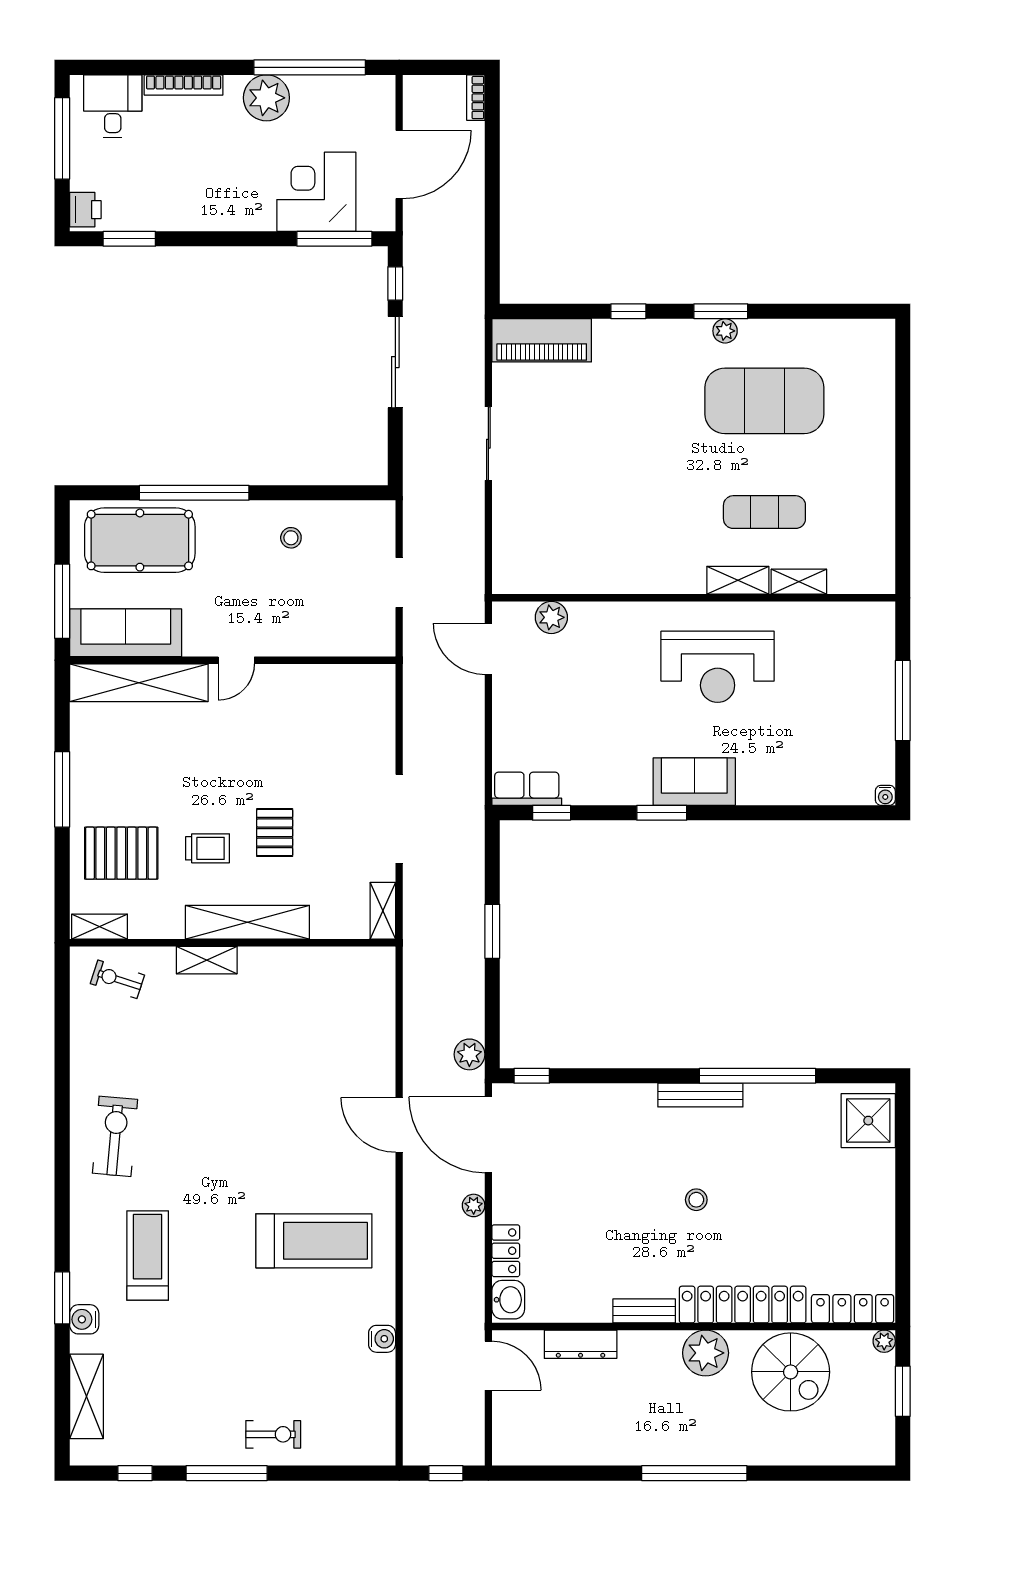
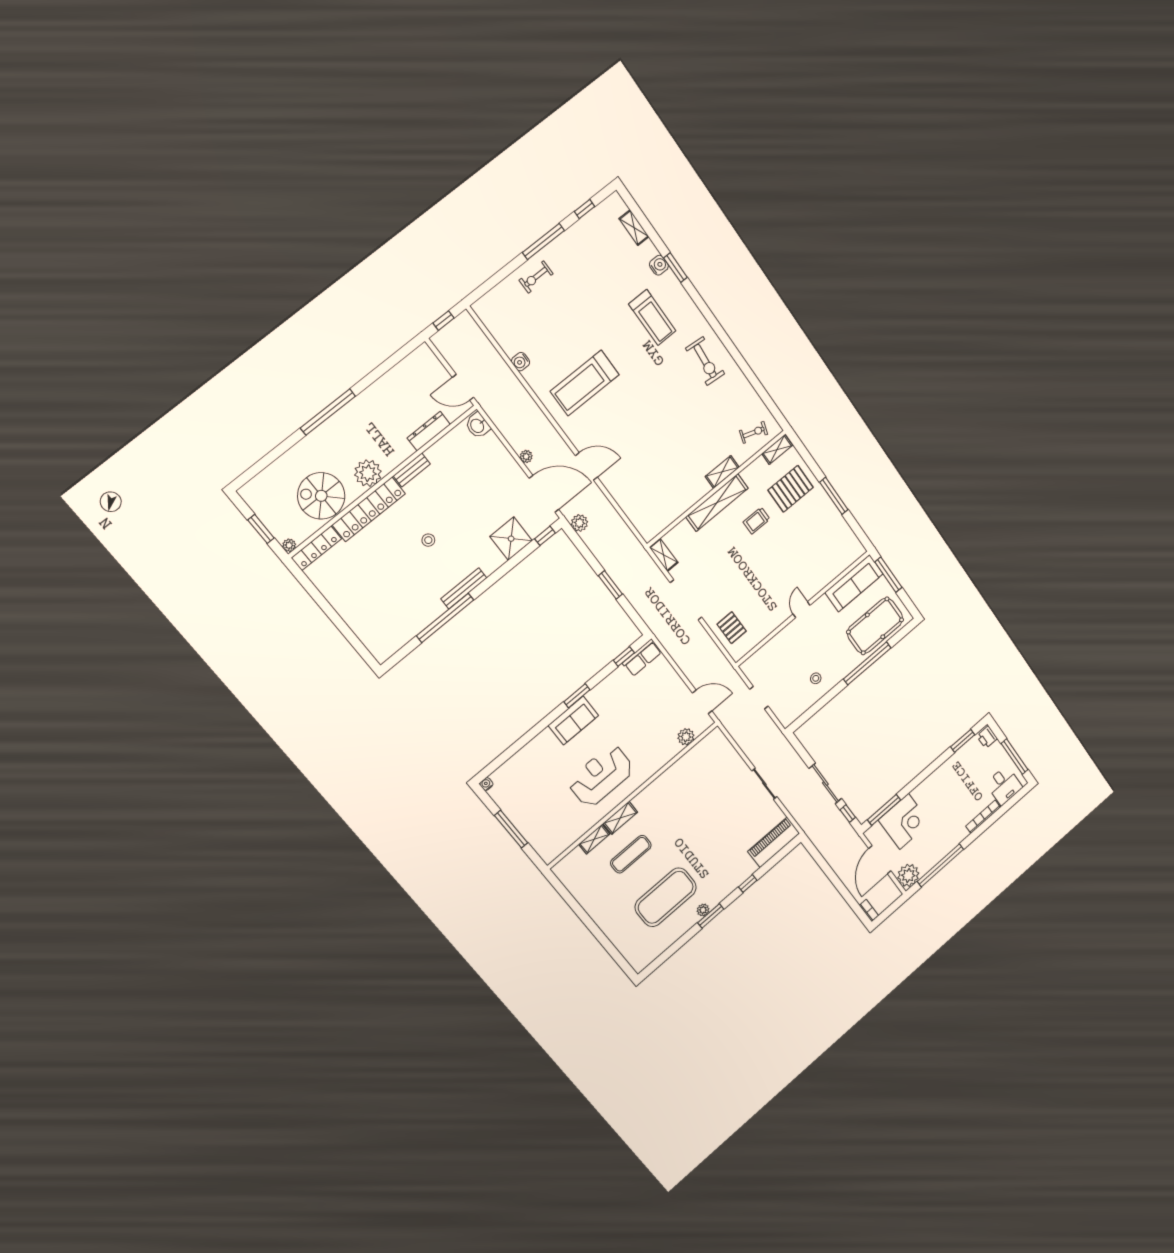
plant: (266, 98) -> (908, 875), moved
shelving: (139, 683) -> (834, 567), removed
pallet: (275, 833) -> (732, 628), moved
shower: (868, 1121) -> (511, 539), moved
locker: (506, 1251) -> (496, 447), removed
shelving: (86, 1396) -> (634, 228), width x0.67, depth x0.75

